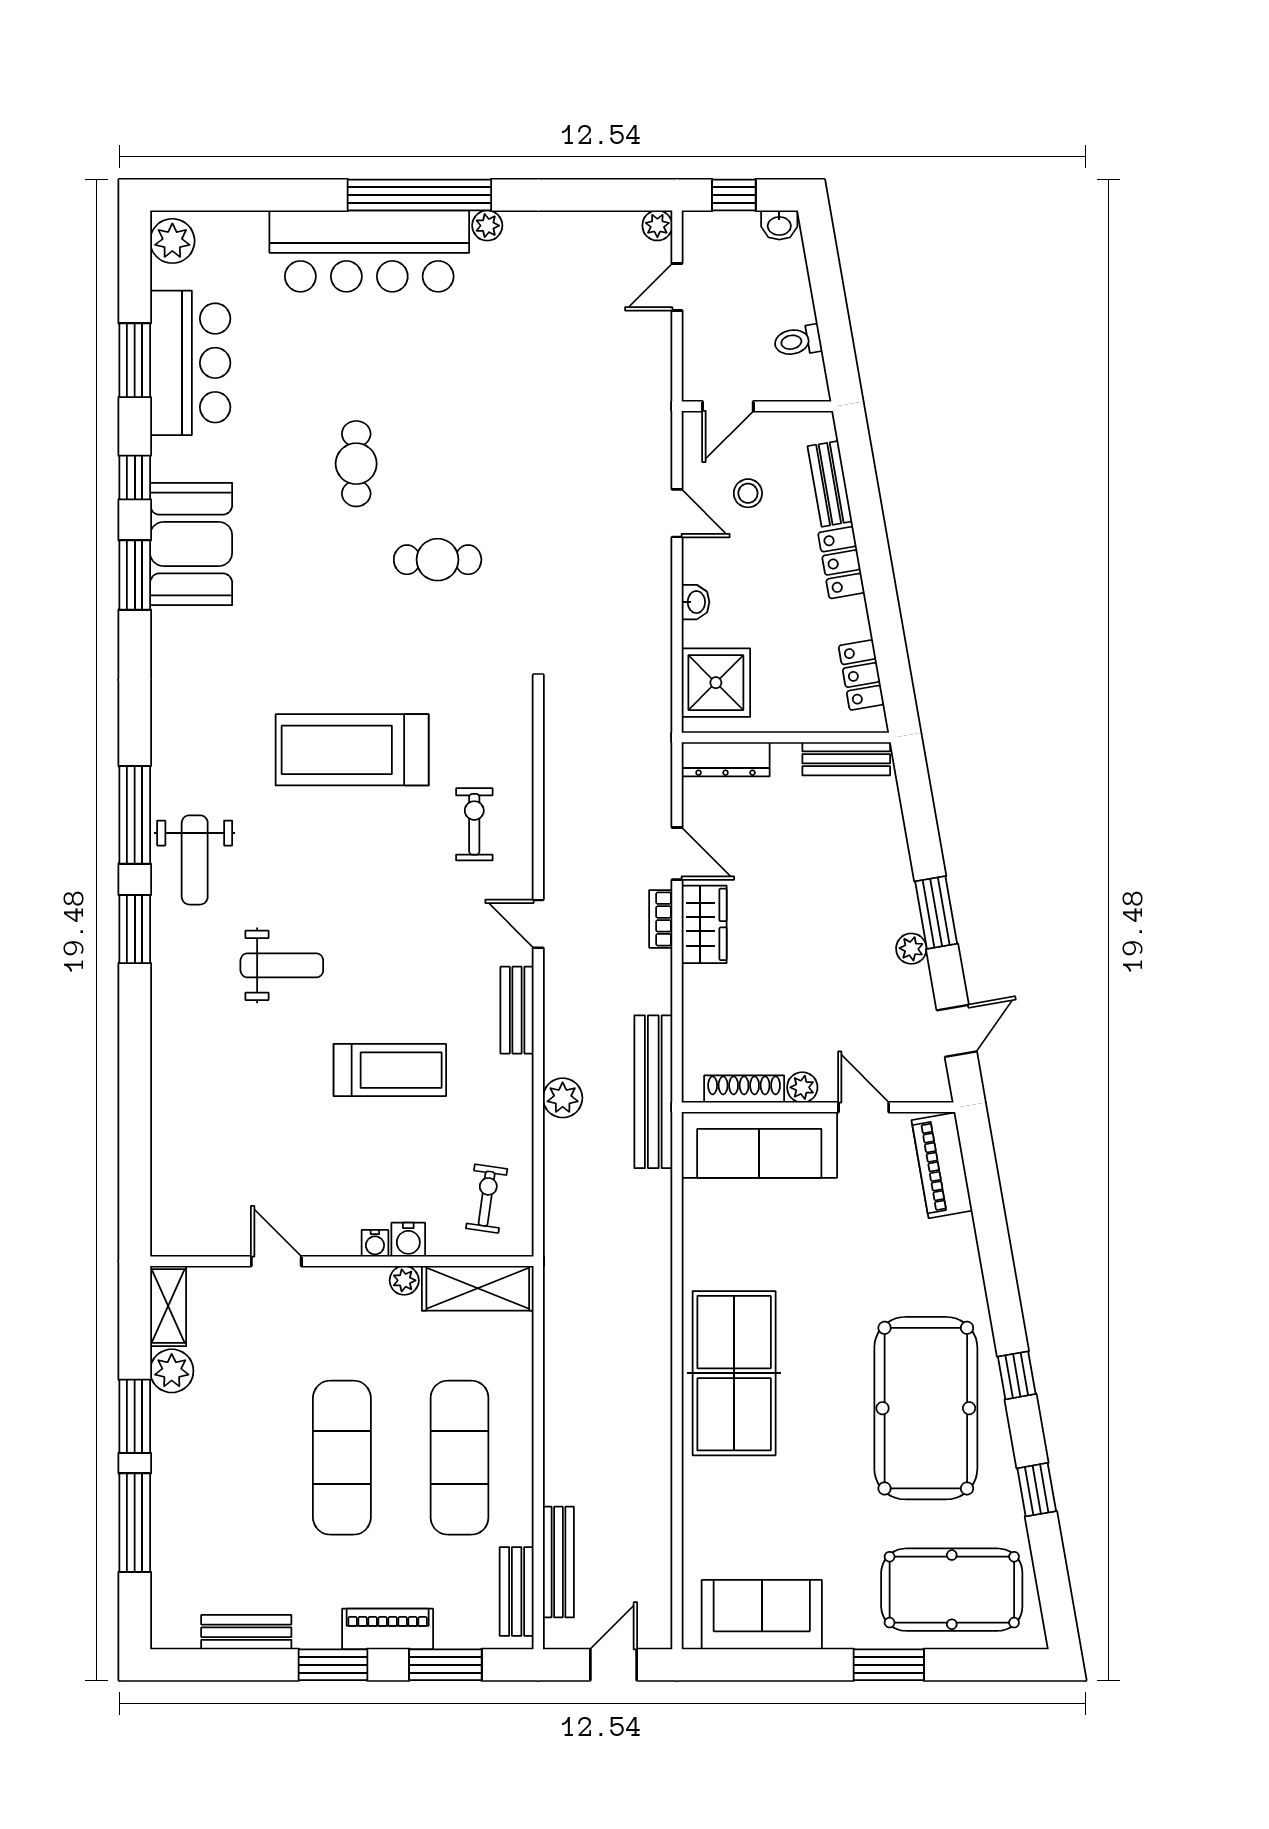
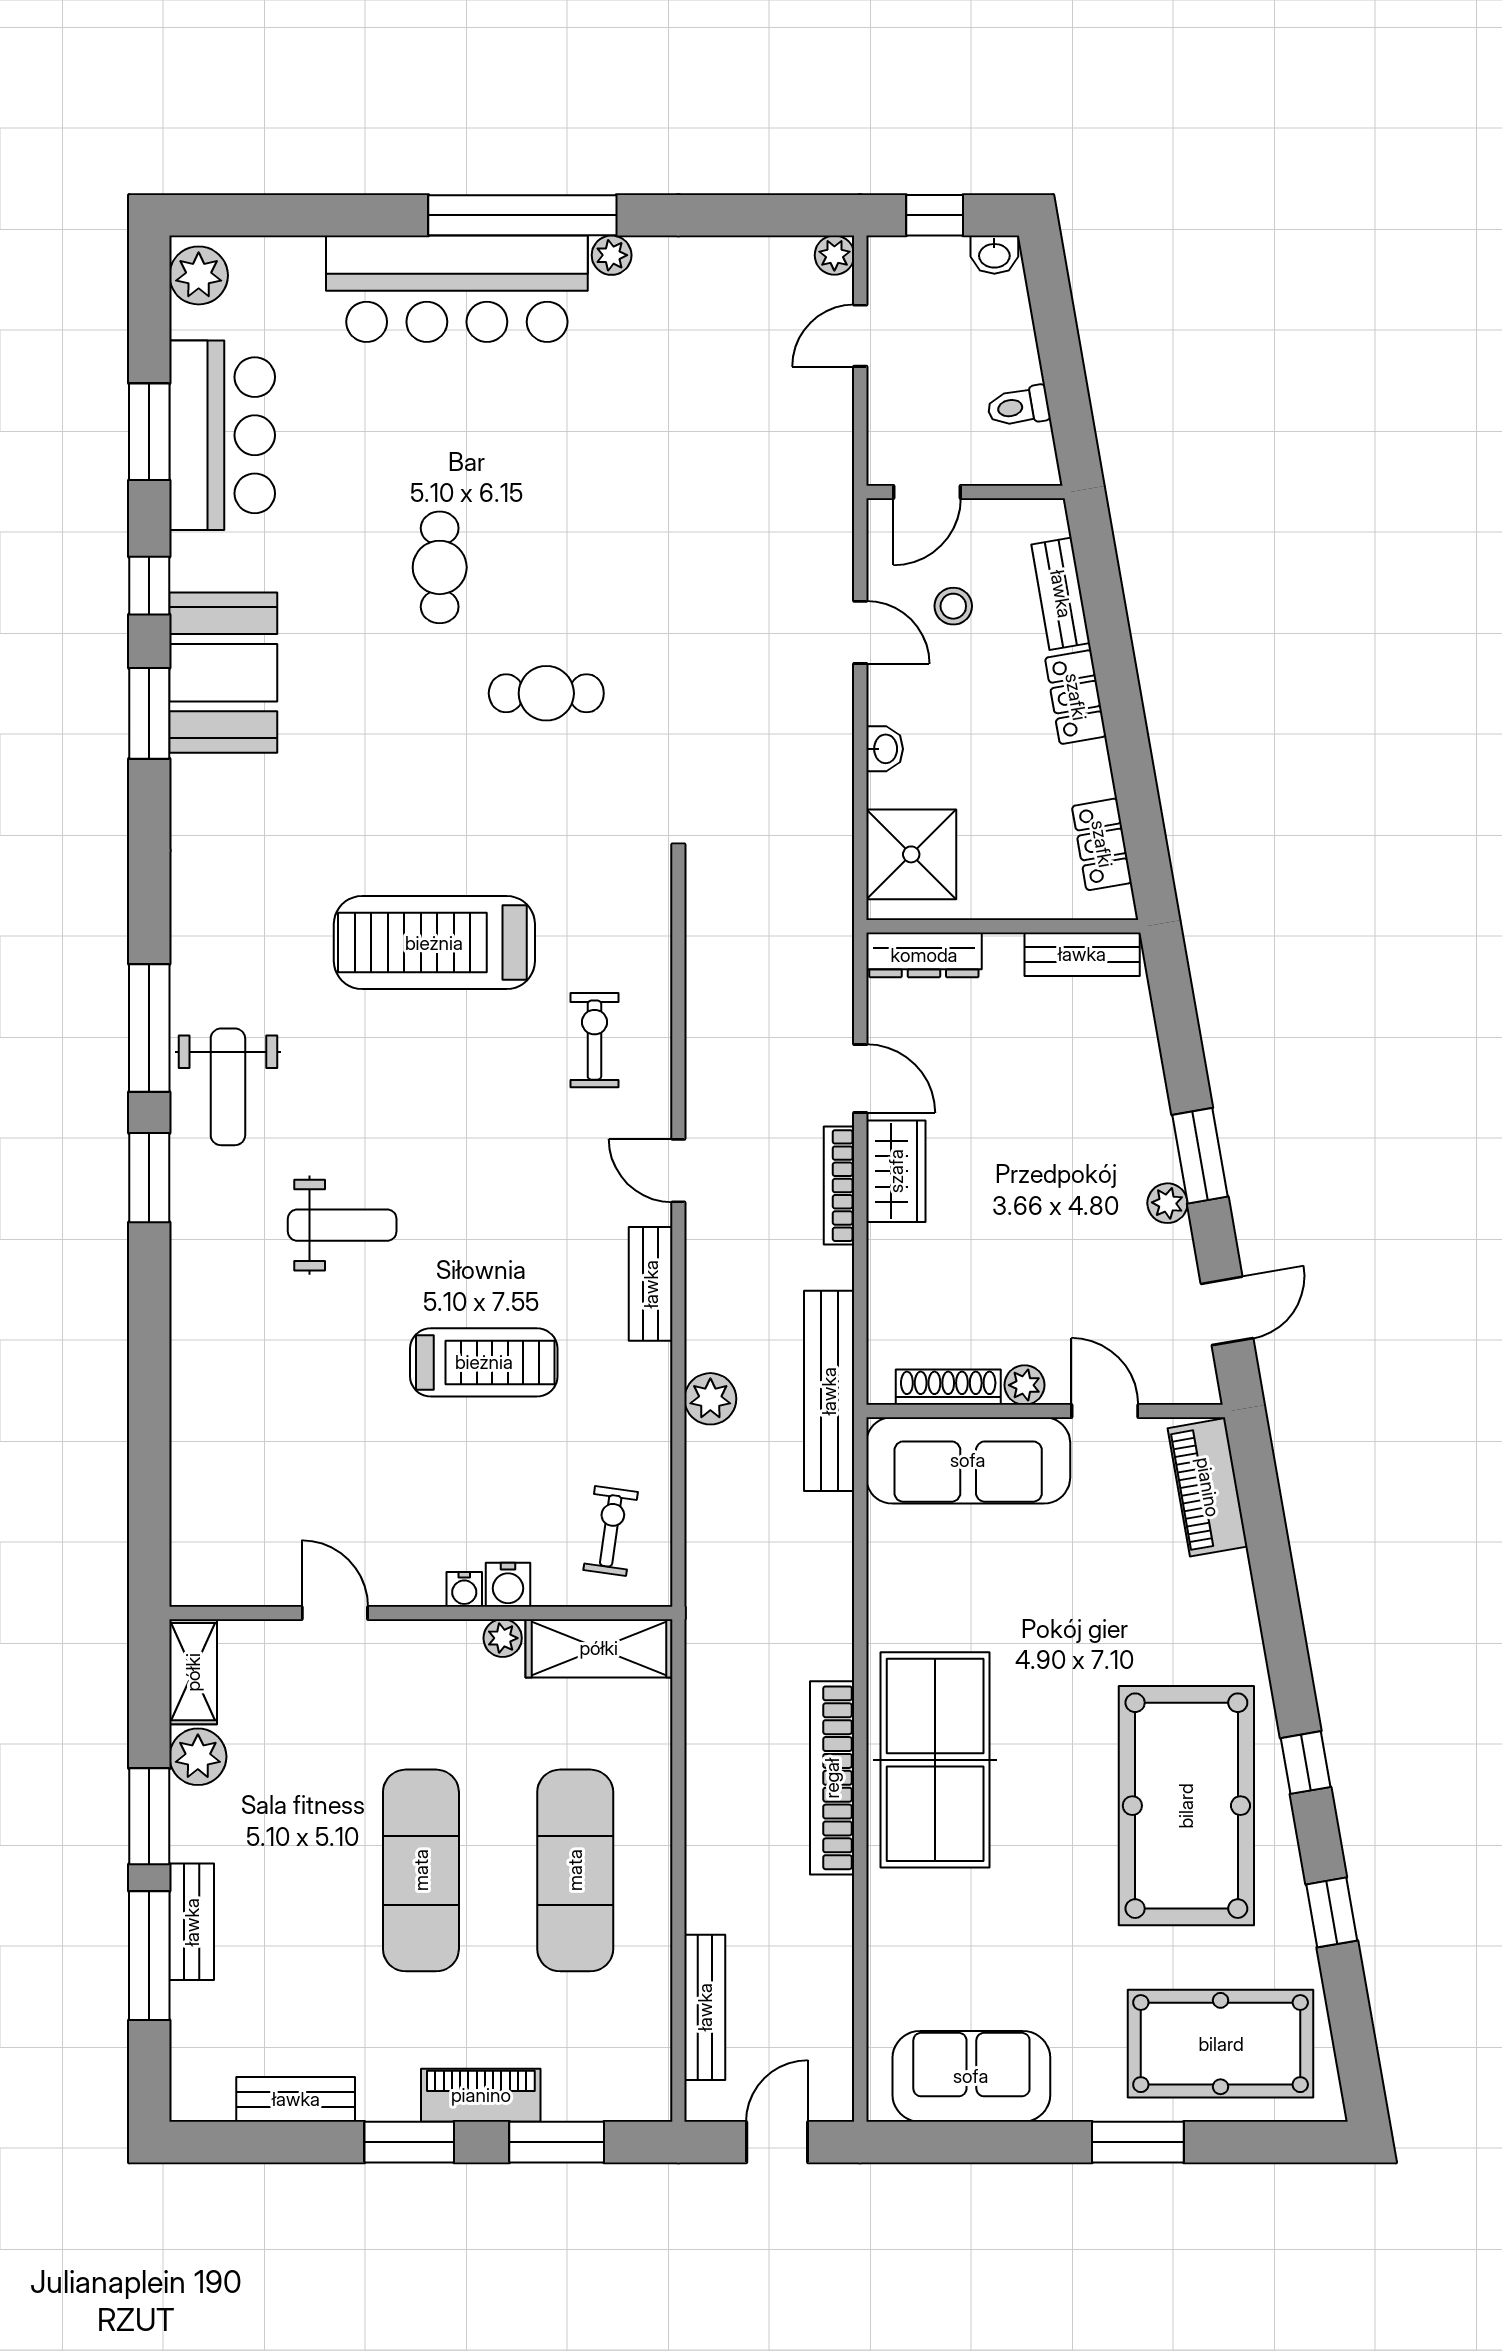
bookcase: (661, 919) -> (839, 1186), width x1.56
bookcase: (656, 1387) -> (832, 1778), added
bench: (517, 1592) -> (192, 1922), moved

